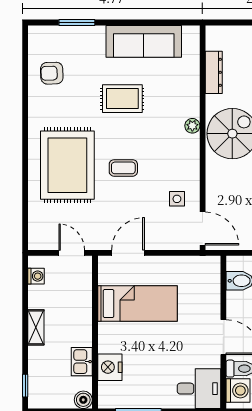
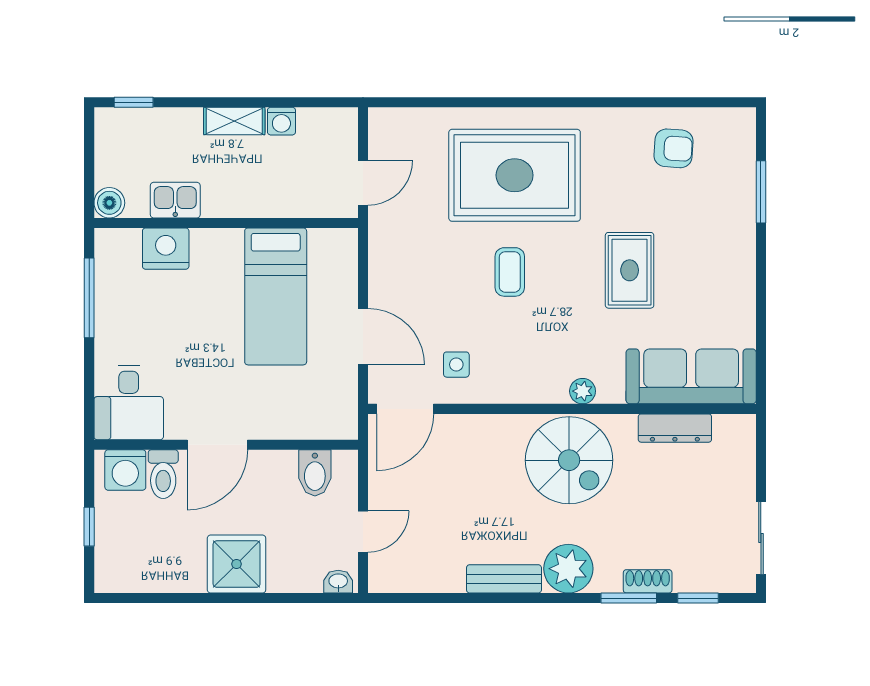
sofa: (144, 41) -> (691, 376), moved, turned 90
armchair: (52, 73) -> (673, 148), turned 96
door: (128, 253) -> (363, 337), moved
washing machine: (36, 276) -> (281, 121), moved

